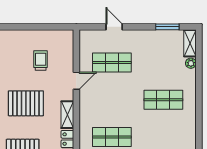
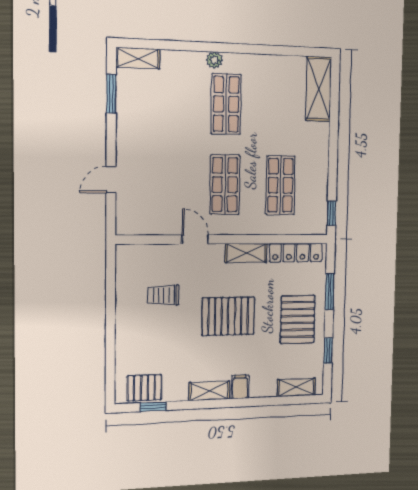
shop shelf: (112, 63) -> (225, 185), moved
plant: (191, 63) -> (214, 60), moved
pallet: (26, 103) -> (228, 316), turned 90

